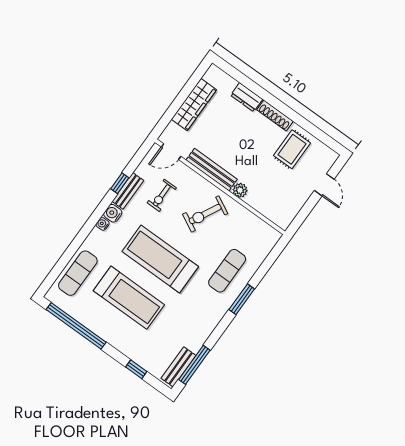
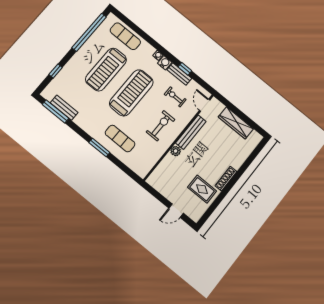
dresser: (247, 97) -> (239, 160), removed
exercise bike: (205, 214) -> (161, 126), turned 63
bench: (178, 367) -> (64, 108), moved

